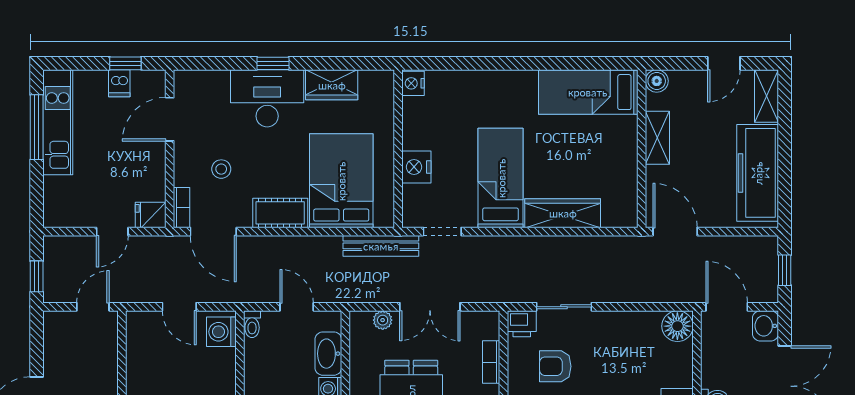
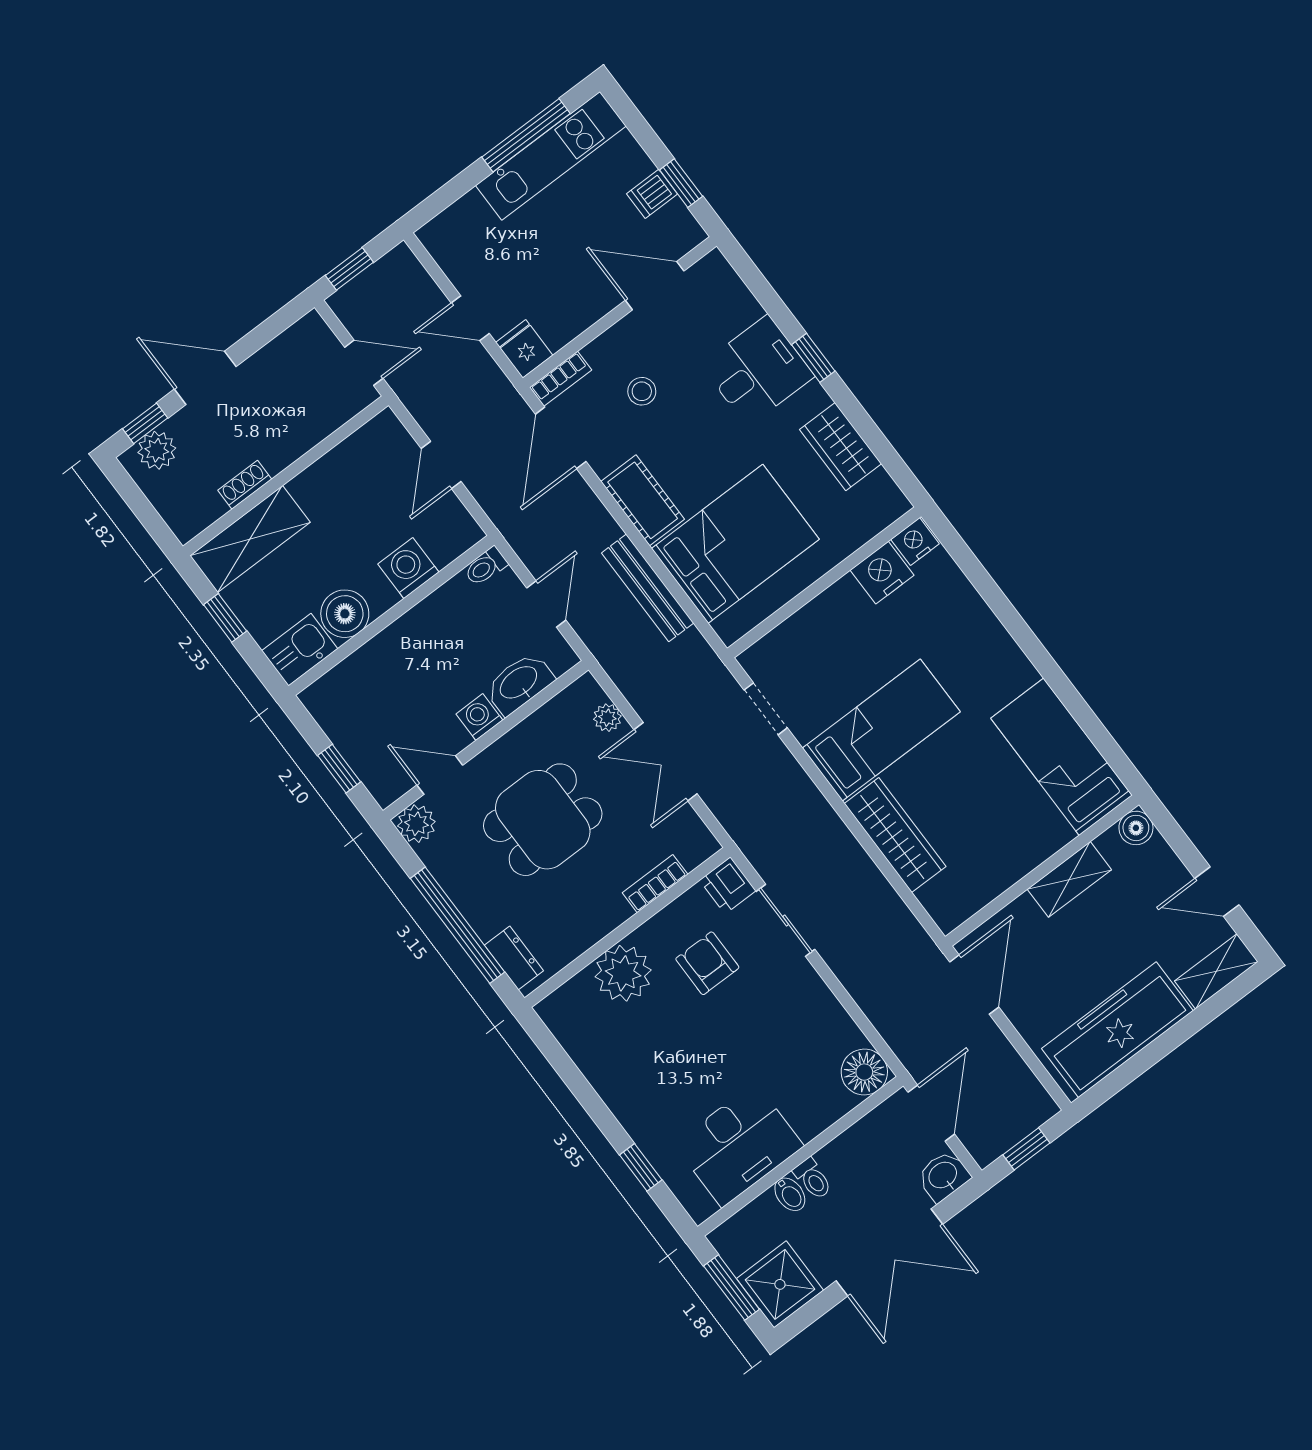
desk: (267, 98) -> (758, 371), width x0.73
nightstand: (416, 167) -> (882, 573), moved
bench: (381, 246) -> (648, 588), moved
washing machine: (221, 332) -> (408, 568), moved

